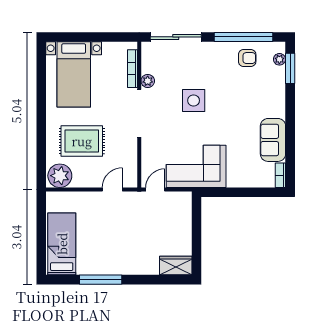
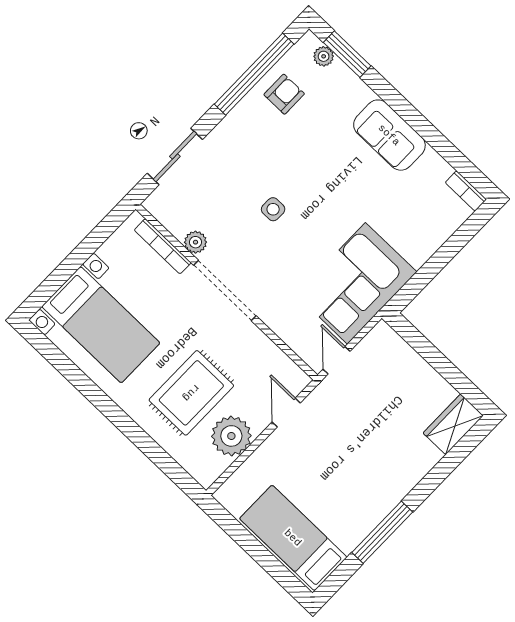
sliding door: (176, 37) -> (175, 156), width x0.73
side table: (194, 100) -> (273, 209), width x0.54, depth x0.54
sofa: (273, 140) -> (389, 135), moved
plant: (60, 176) -> (231, 436), moved

